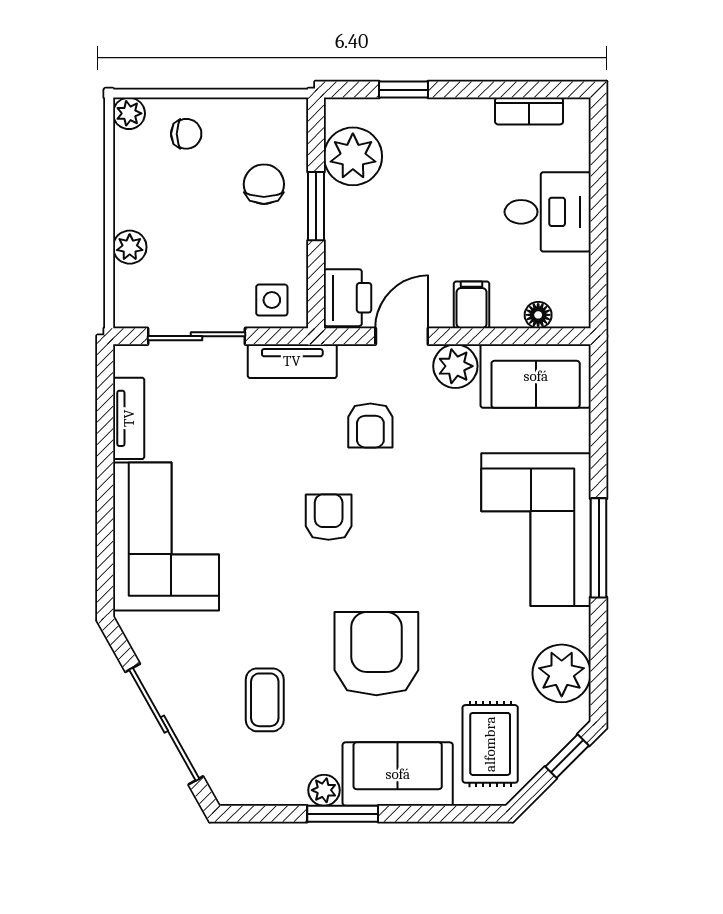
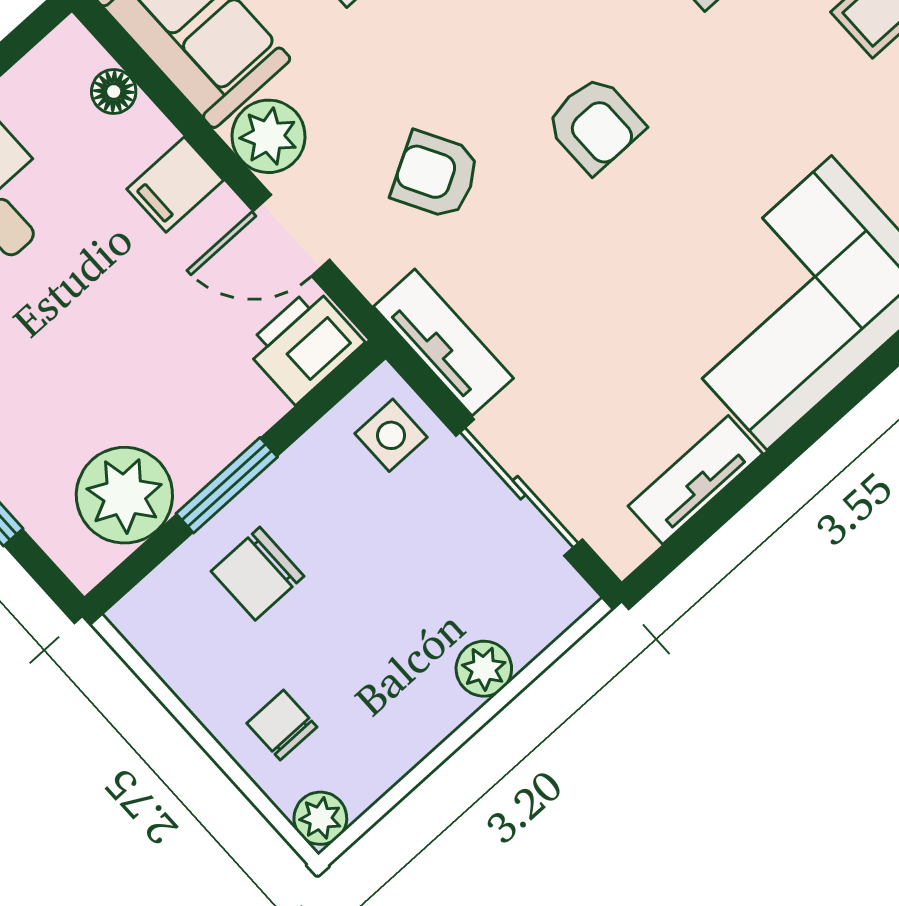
armchair: (370, 425) -> (436, 175), turned -119
armchair: (329, 517) -> (595, 124), turned -90

